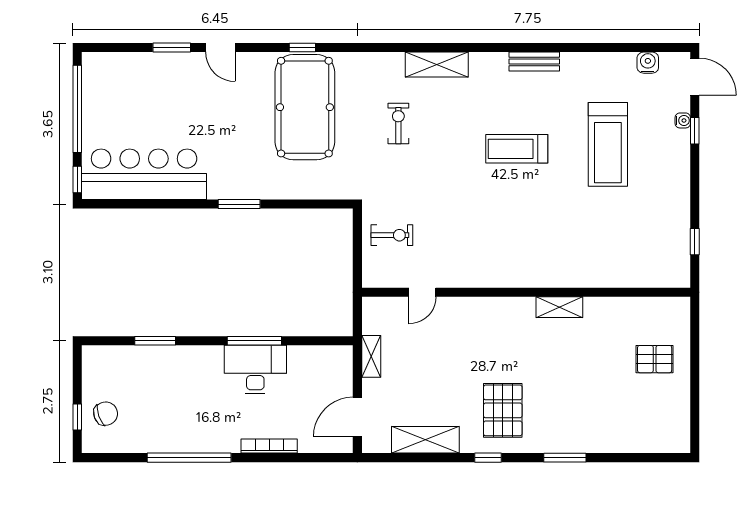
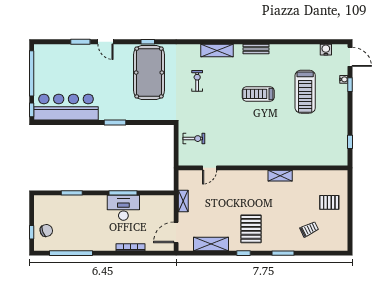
bench: (534, 62) -> (256, 49), moved
trolley: (616, 411) -> (309, 229), added
window: (189, 458) -> (71, 253), moved

